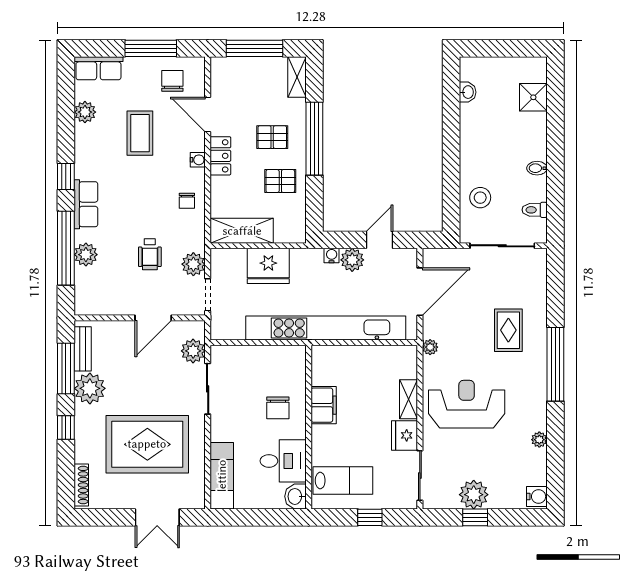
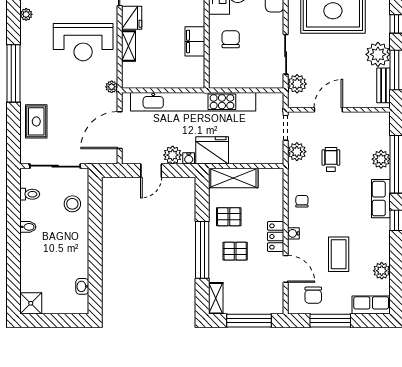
shower: (533, 97) -> (31, 303), moved
shelving: (242, 231) -> (233, 178), moved
fridge: (268, 266) -> (212, 150), moved
rug: (508, 330) -> (36, 121), moved

